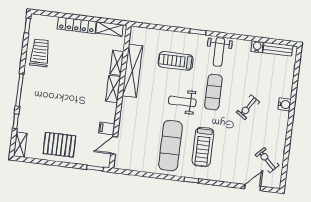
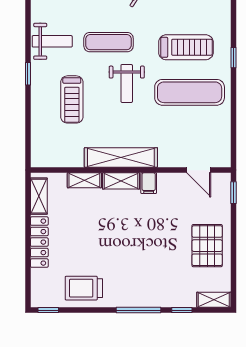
shelving: (132, 71) -> (121, 157), moved
filing cabinet: (107, 128) -> (149, 183), moved

